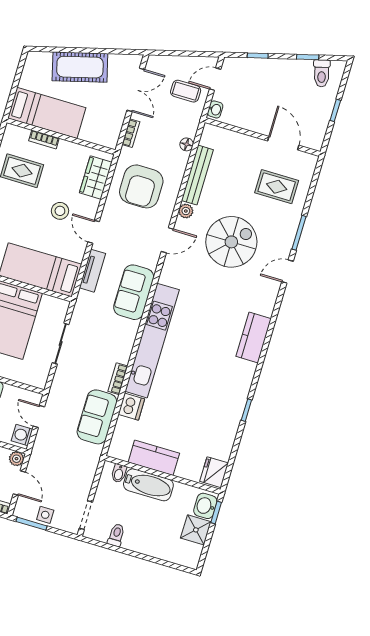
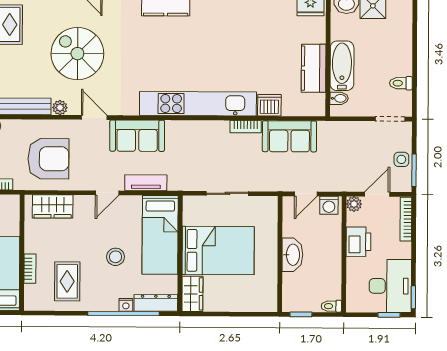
stool: (60, 211) -> (115, 257), moved
sofa: (134, 292) -> (137, 136), moved

